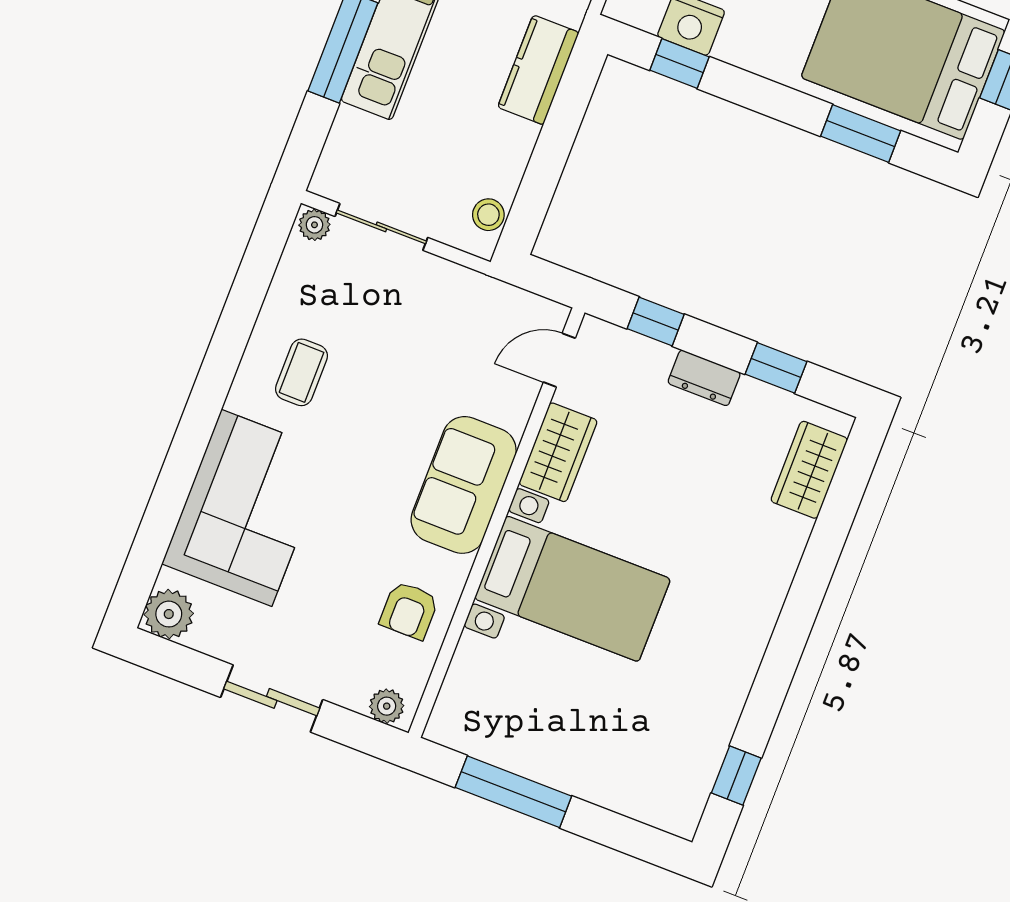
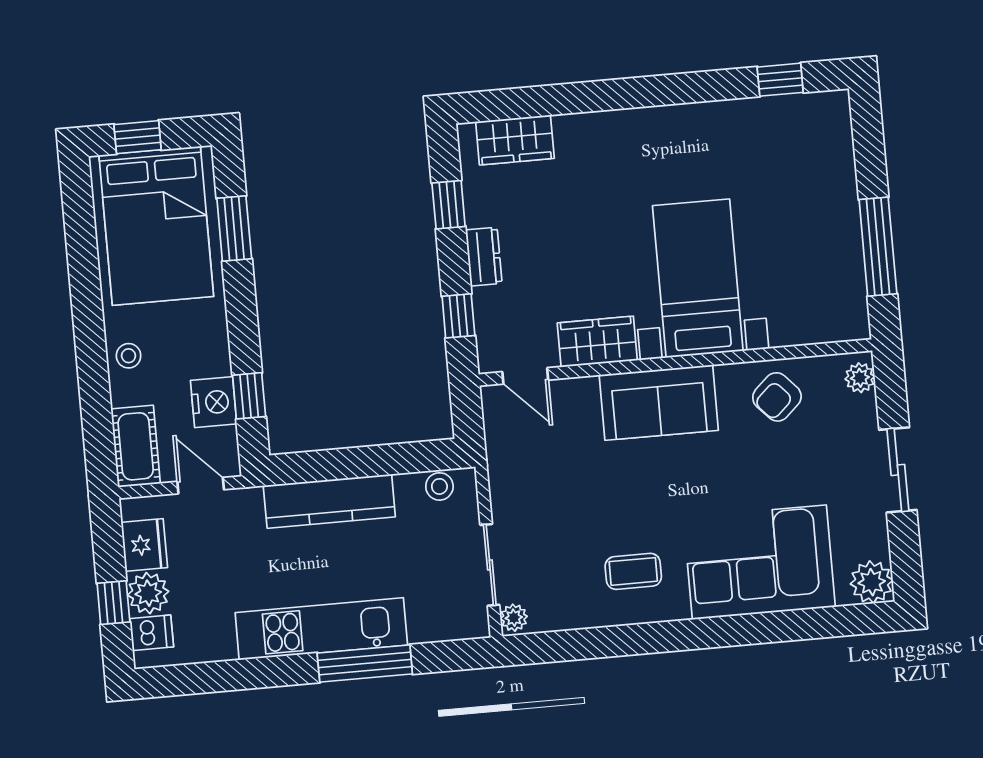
kitchen counter: (538, 70) -> (329, 501), width x1.50
armchair: (409, 610) -> (777, 397), turned 137

